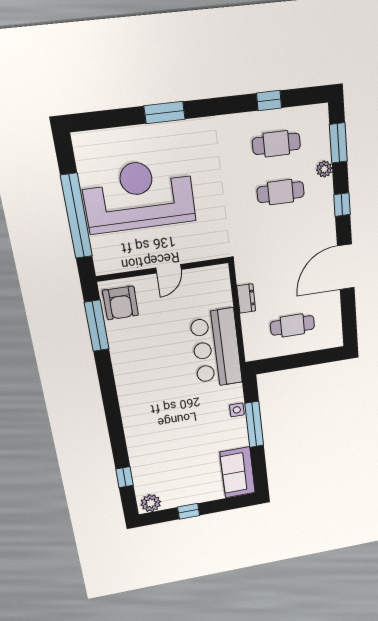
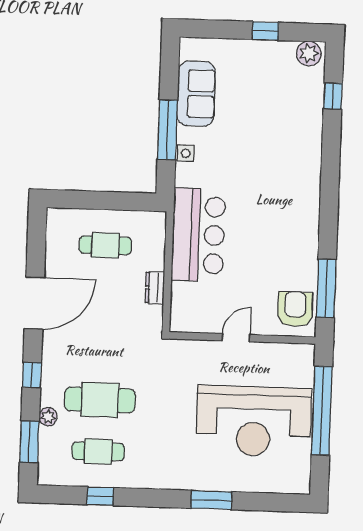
cafe table: (281, 192) -> (100, 400), width x1.37, depth x1.35
sofa: (238, 472) -> (196, 94), moved

